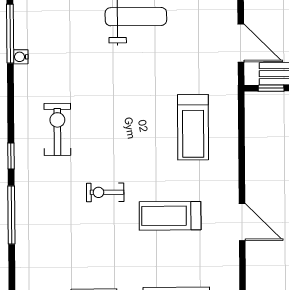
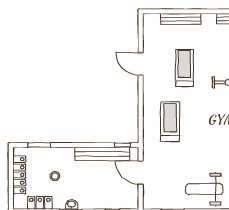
treadmill: (170, 216) -> (184, 68), turned -90

